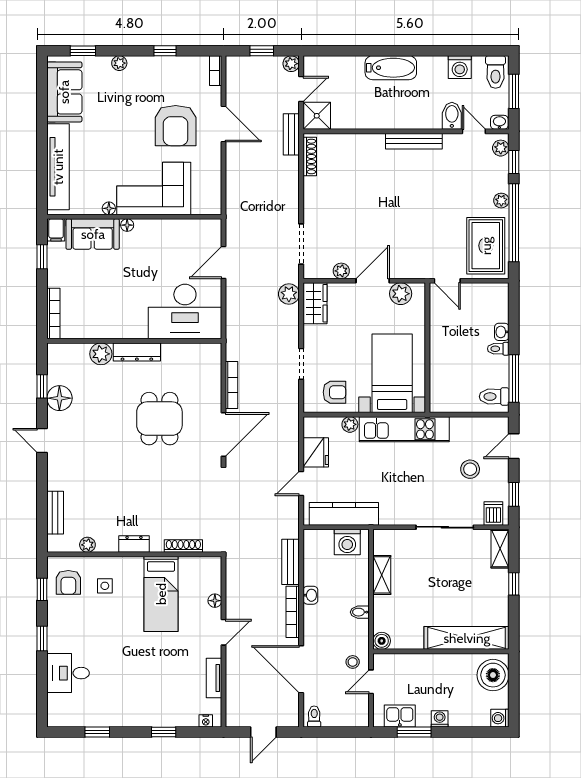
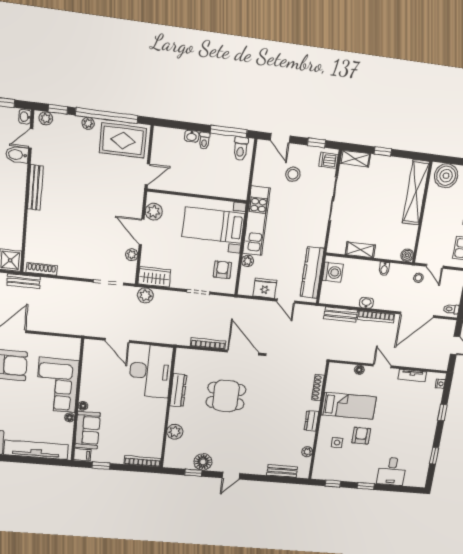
dresser: (137, 352) -> (178, 390), moved
armchair: (68, 582) -> (361, 436), moved, turned -90

